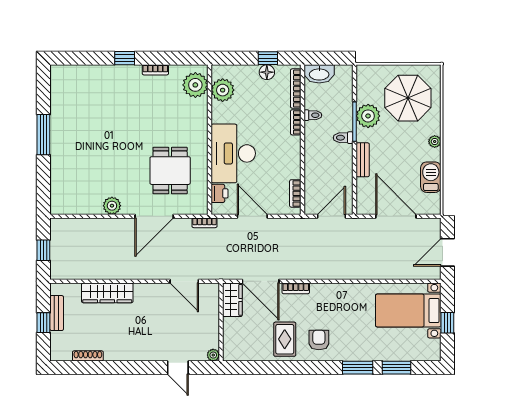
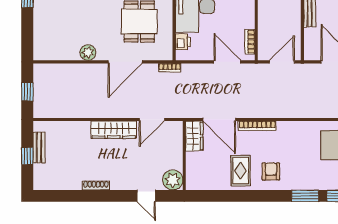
door: (252, 216) -> (227, 62), moved
door: (184, 281) -> (152, 119), hinge flipped
bookcase: (296, 288) -> (257, 126), width x1.56
wardrobe: (107, 293) -> (114, 130), moved
plant: (213, 355) -> (173, 180), width x1.87, depth x1.87
shoe rack: (88, 356) -> (96, 185), moved

